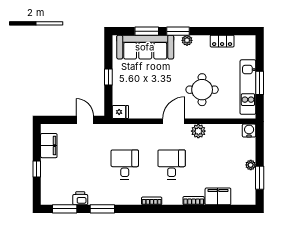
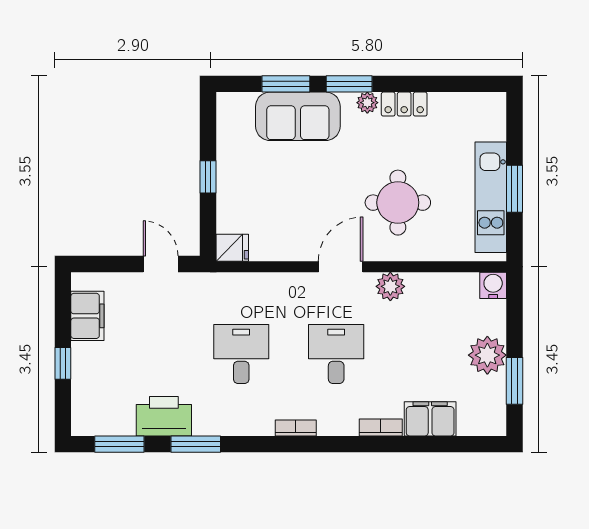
locker: (222, 41) -> (404, 104), moved
sofa: (145, 47) -> (298, 116), width x0.73
plant: (251, 165) -> (487, 355), width x1.88, depth x1.88
printer: (80, 198) -> (164, 416), width x1.87, depth x1.48

